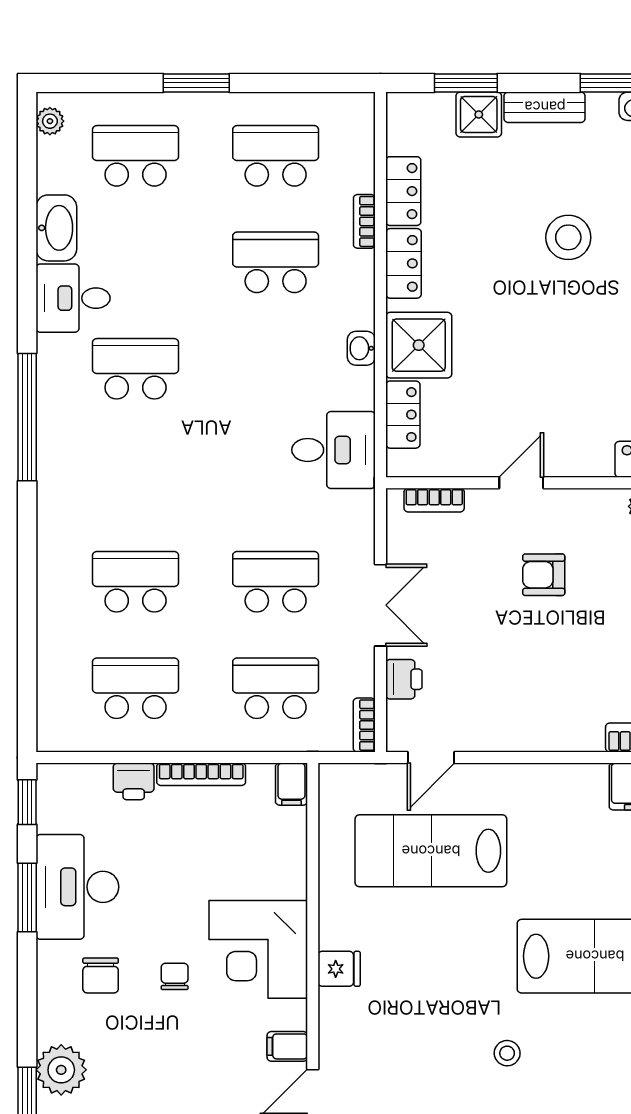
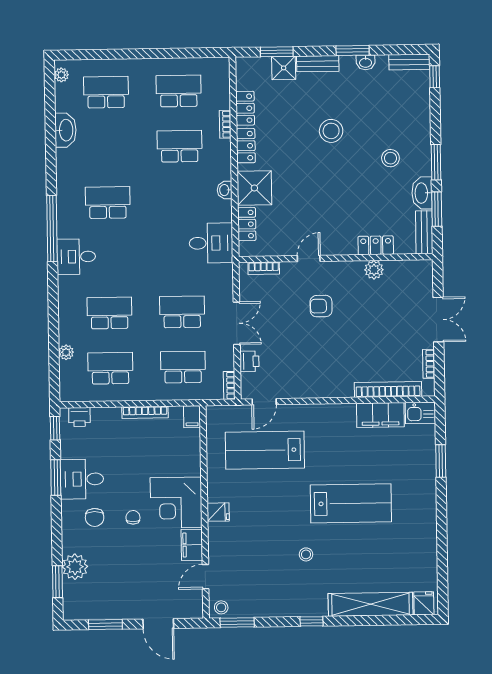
window: (196, 83) -> (137, 54), removed
desk: (73, 298) -> (76, 257), moved
plant: (51, 656) -> (66, 352), added
printer: (134, 781) -> (79, 417), moved
desk: (77, 887) -> (82, 479), width x0.73
filing cabinet: (287, 1046) -> (192, 545), width x2.00

